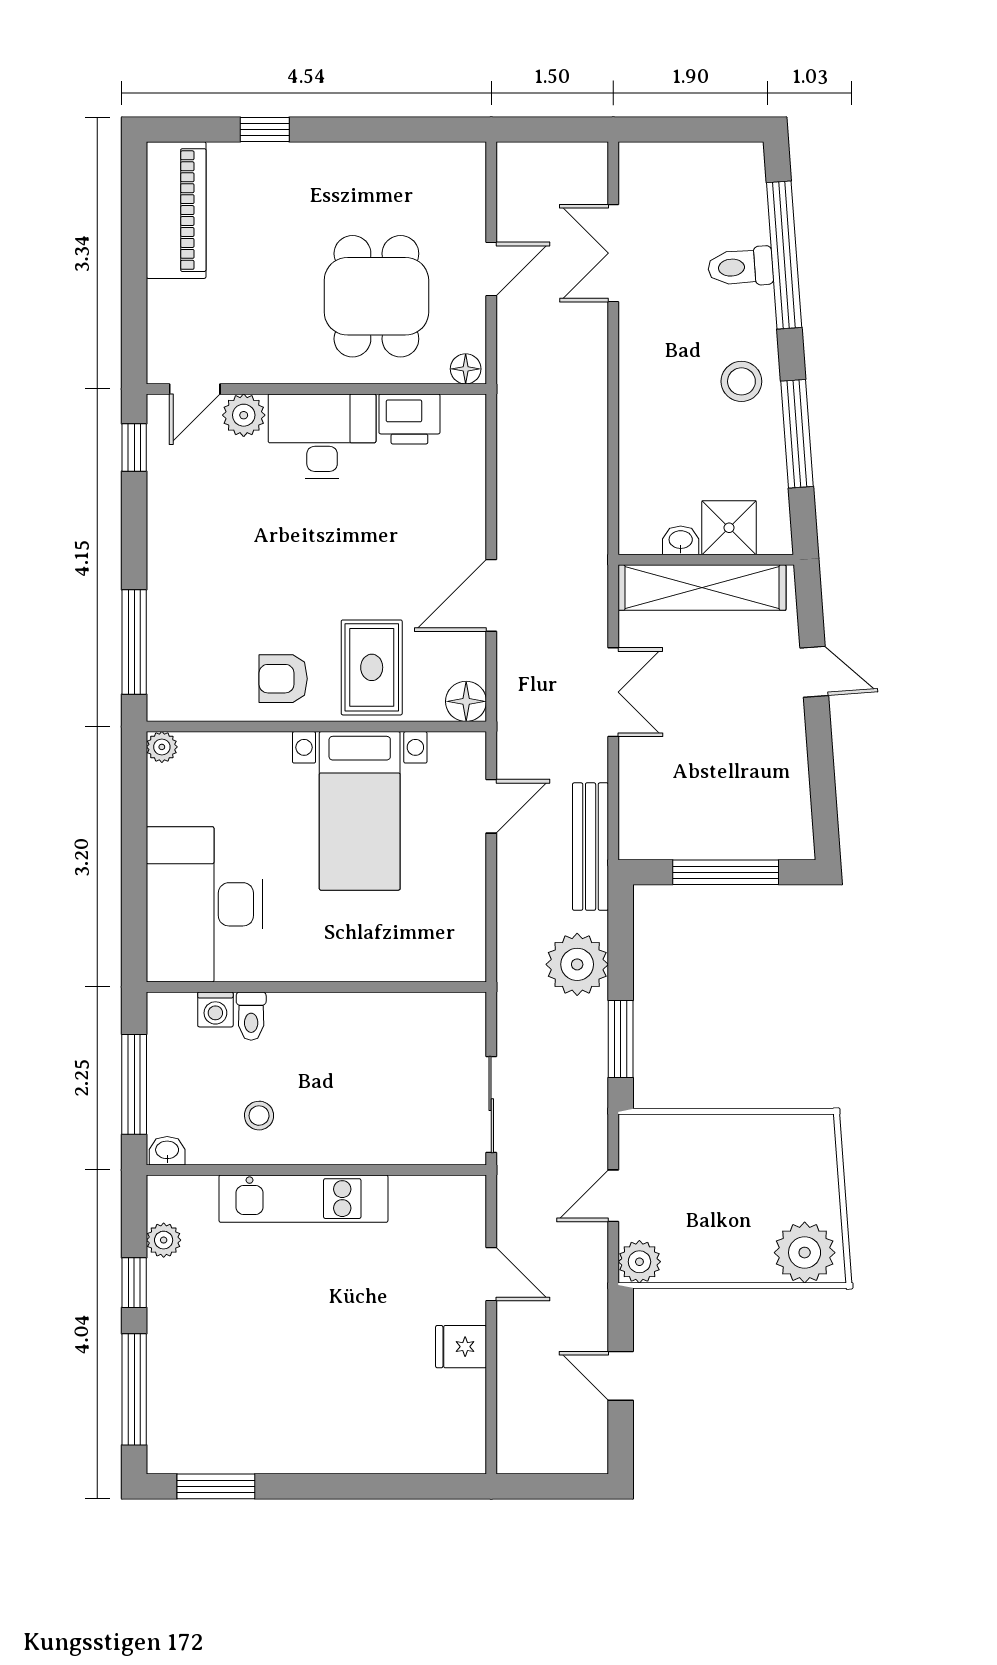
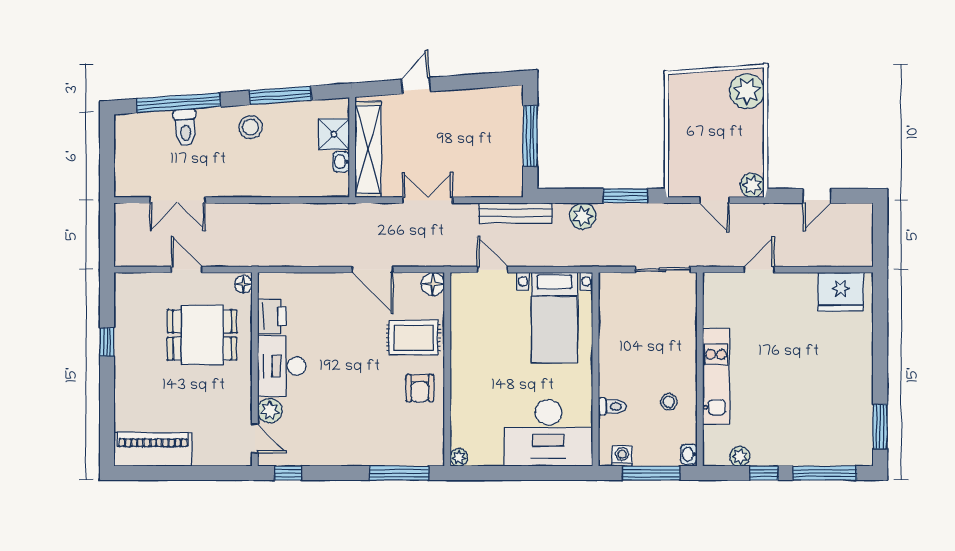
window: (265, 129) -> (107, 342), moved
bed with nightstands: (360, 811) -> (555, 318), moved, turned 90
plant: (577, 964) -> (583, 216), width x0.73, depth x0.73
washing machine: (215, 1009) -> (622, 456), moved, turned -90
fridge: (461, 1347) -> (841, 292), moved, width x1.88, depth x1.34

